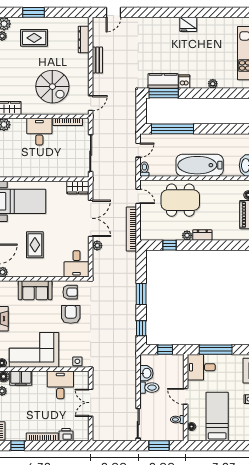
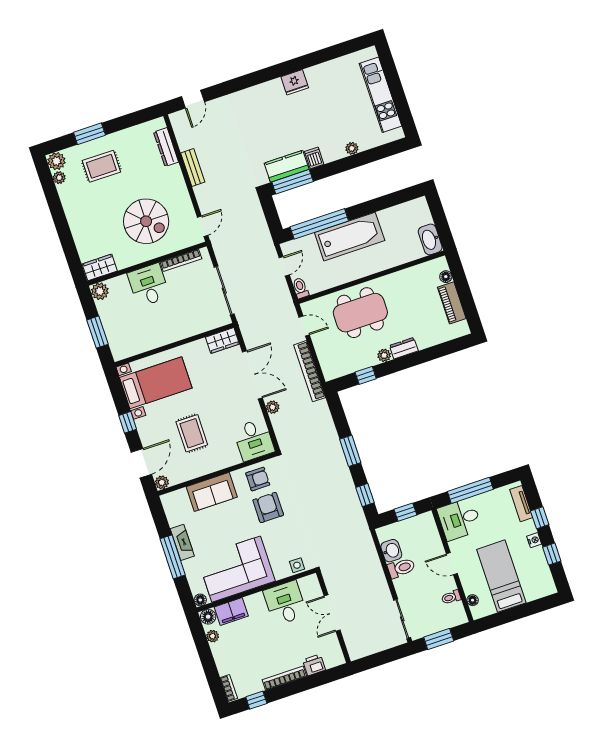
bathtub: (200, 165) -> (350, 237), moved, turned 180

